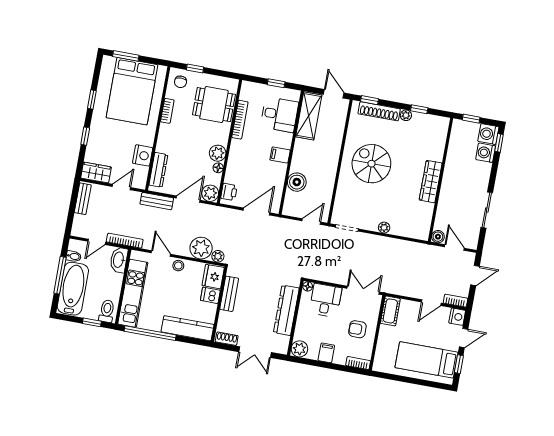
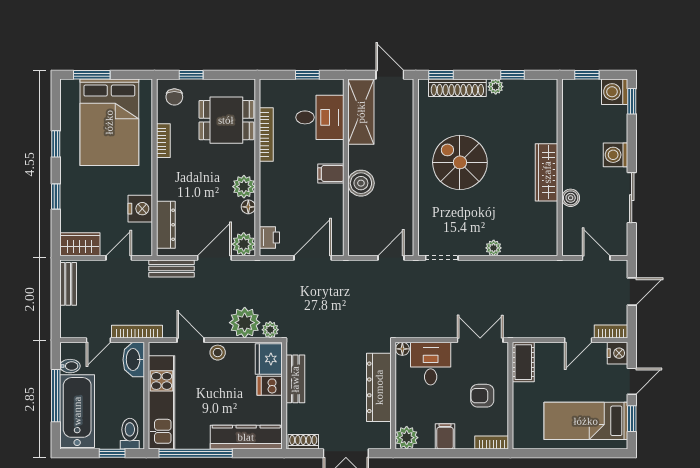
washing machine: (486, 153) -> (616, 155), moved
boiler: (297, 182) -> (361, 183), moved
boiler: (438, 237) -> (571, 198), moved

